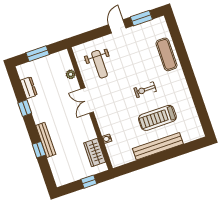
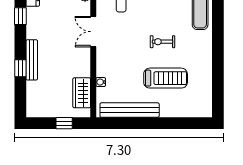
treadmill: (157, 118) -> (166, 78), turned 180
bench: (158, 146) -> (130, 110), moved

